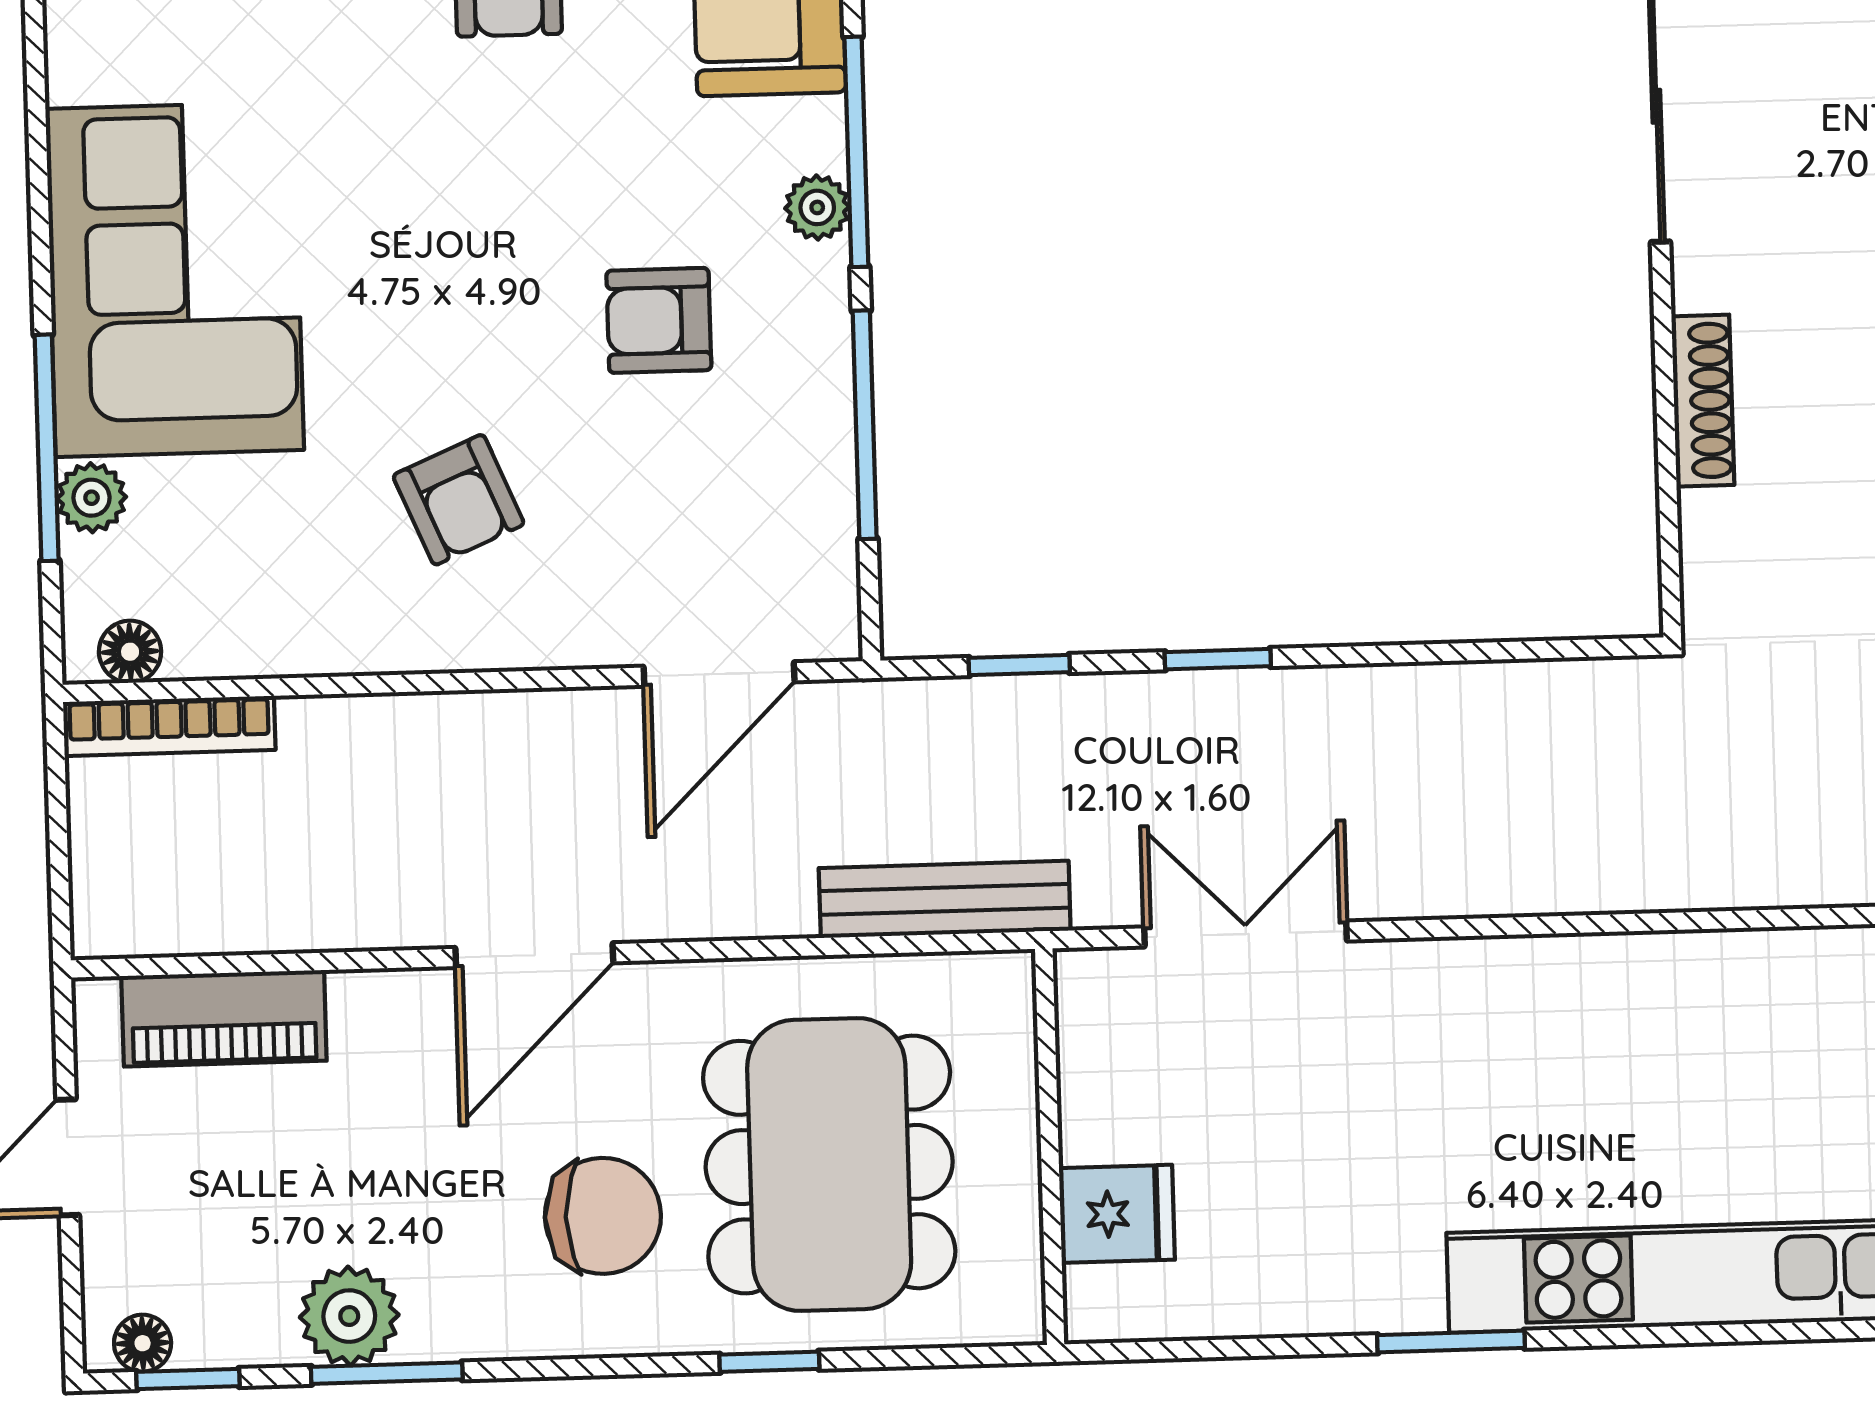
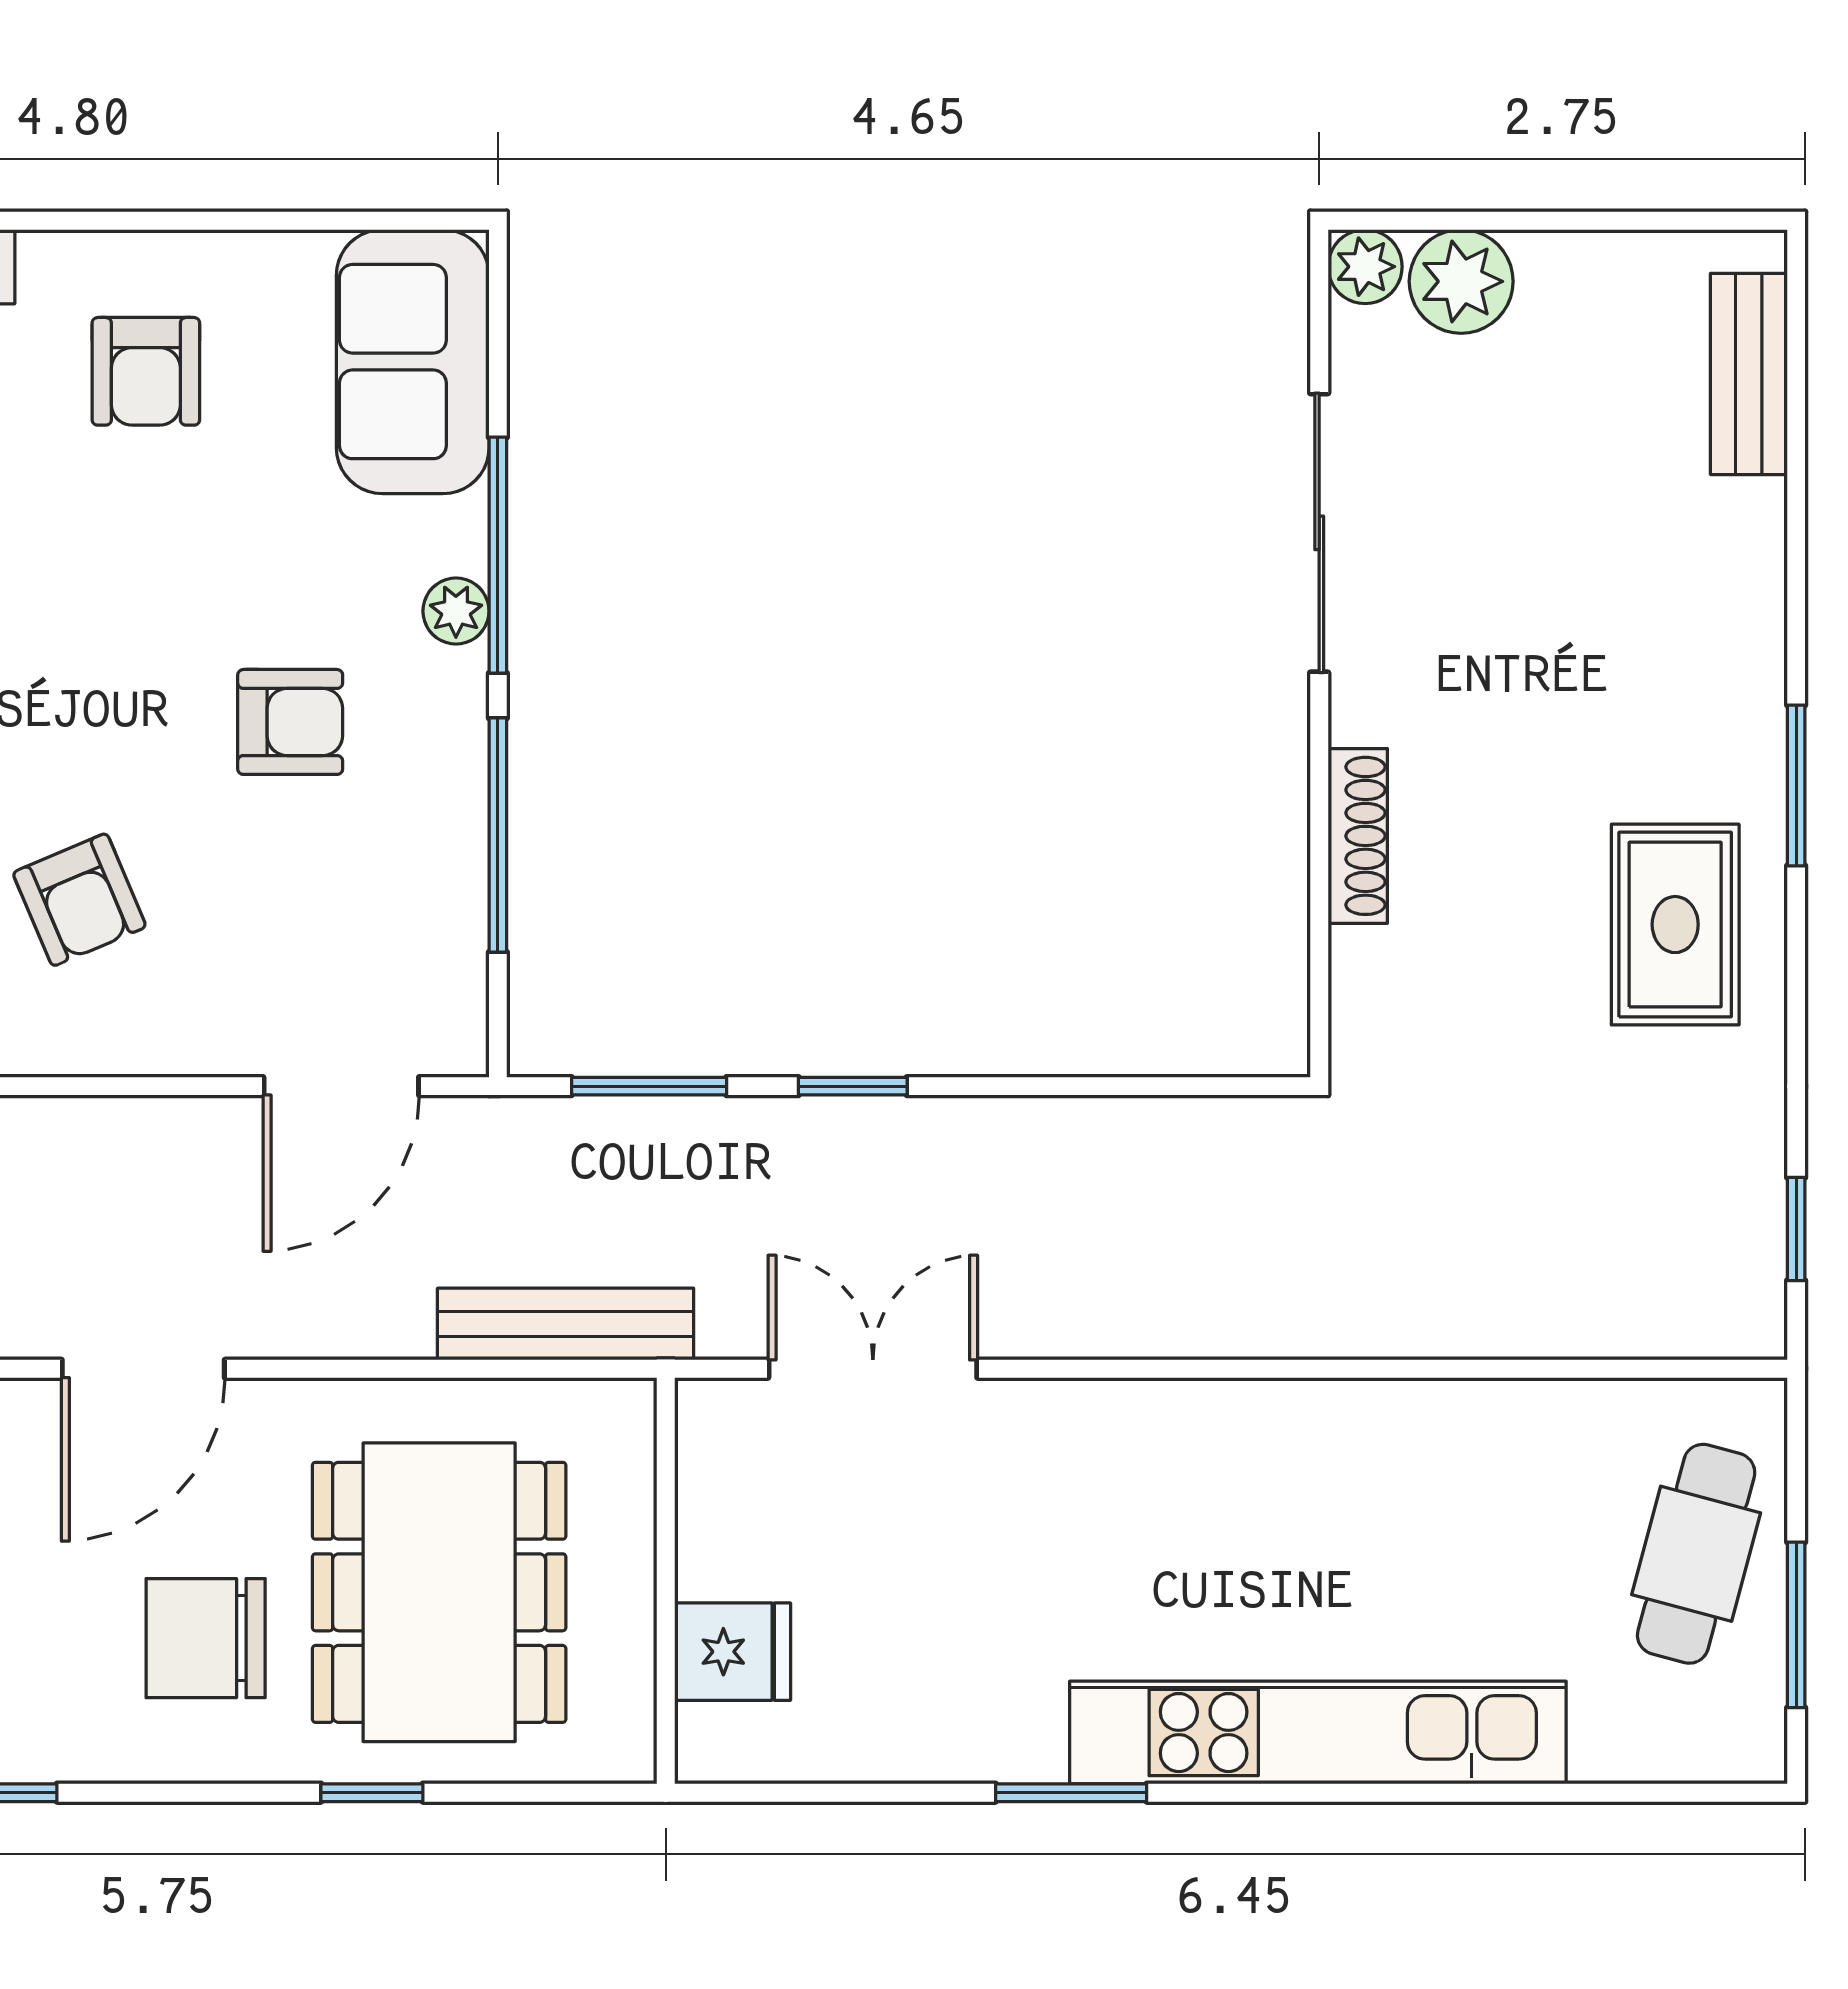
armchair: (659, 320) -> (290, 722), turned 180
window: (1019, 665) -> (649, 1086), width x1.50
chair: (603, 1216) -> (206, 1638), turned 180

